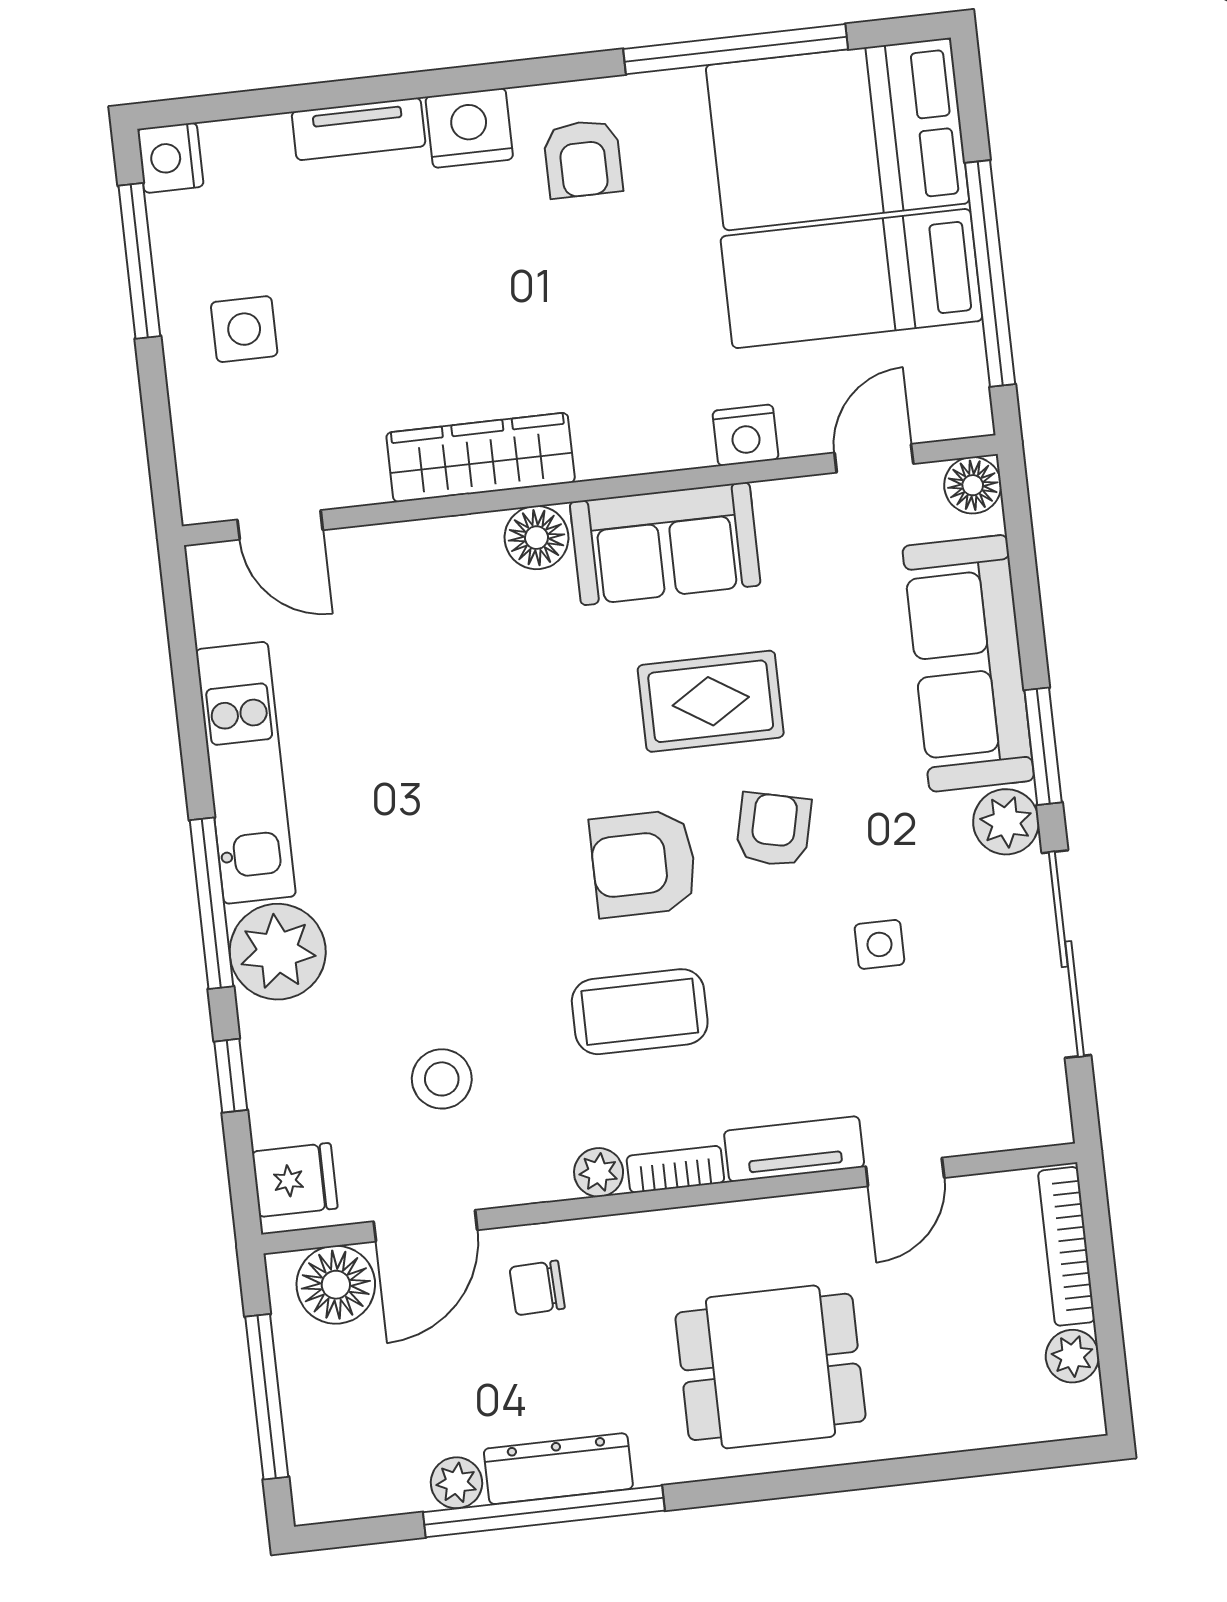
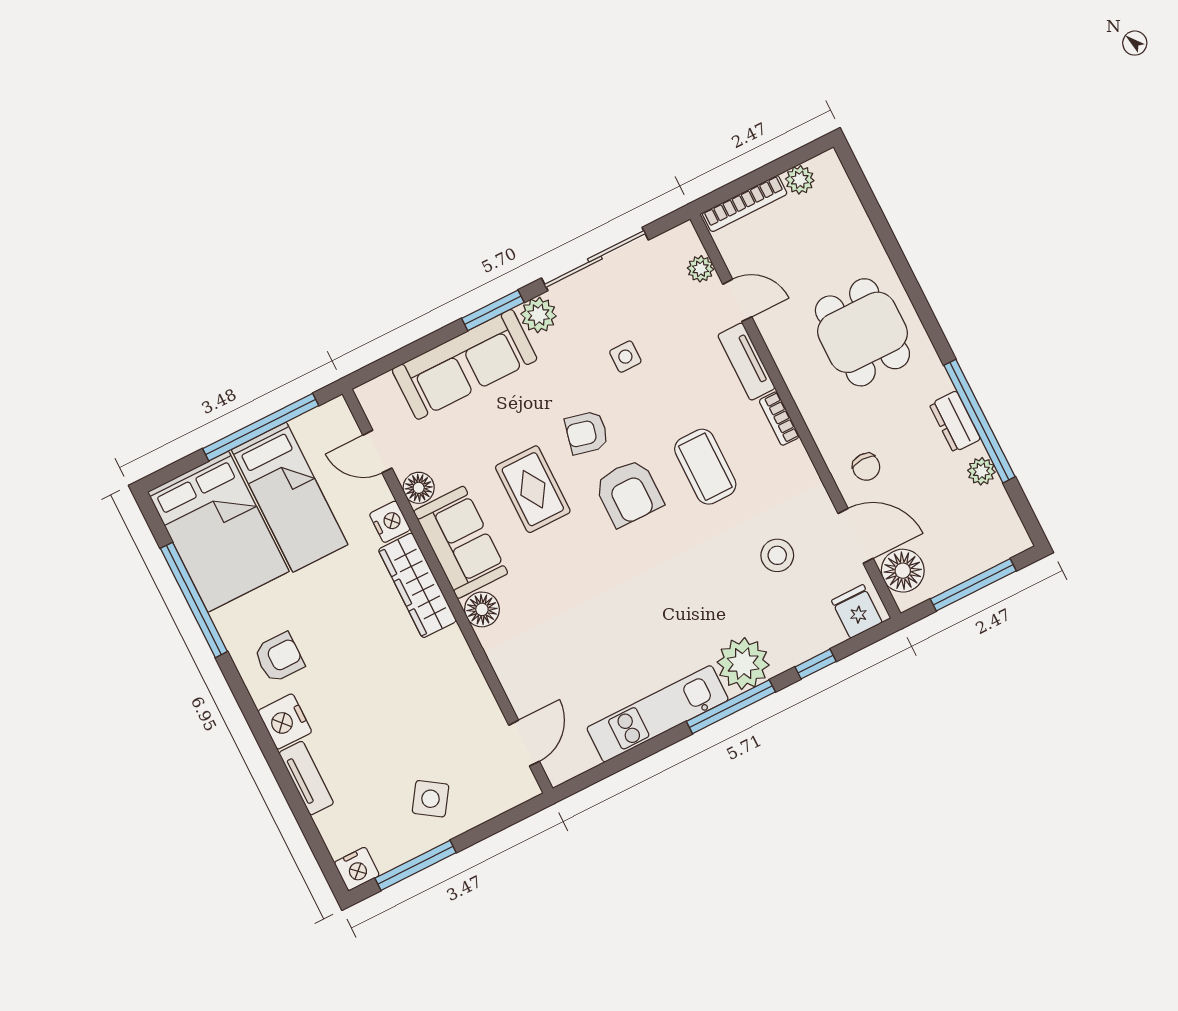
side table: (244, 329) -> (431, 799), turned 34
wardrobe: (481, 457) -> (417, 585), moved
floor lamp: (973, 485) -> (419, 488), moved
plant: (599, 1172) -> (701, 269), moved
dresser: (558, 1469) -> (955, 422), width x0.70

